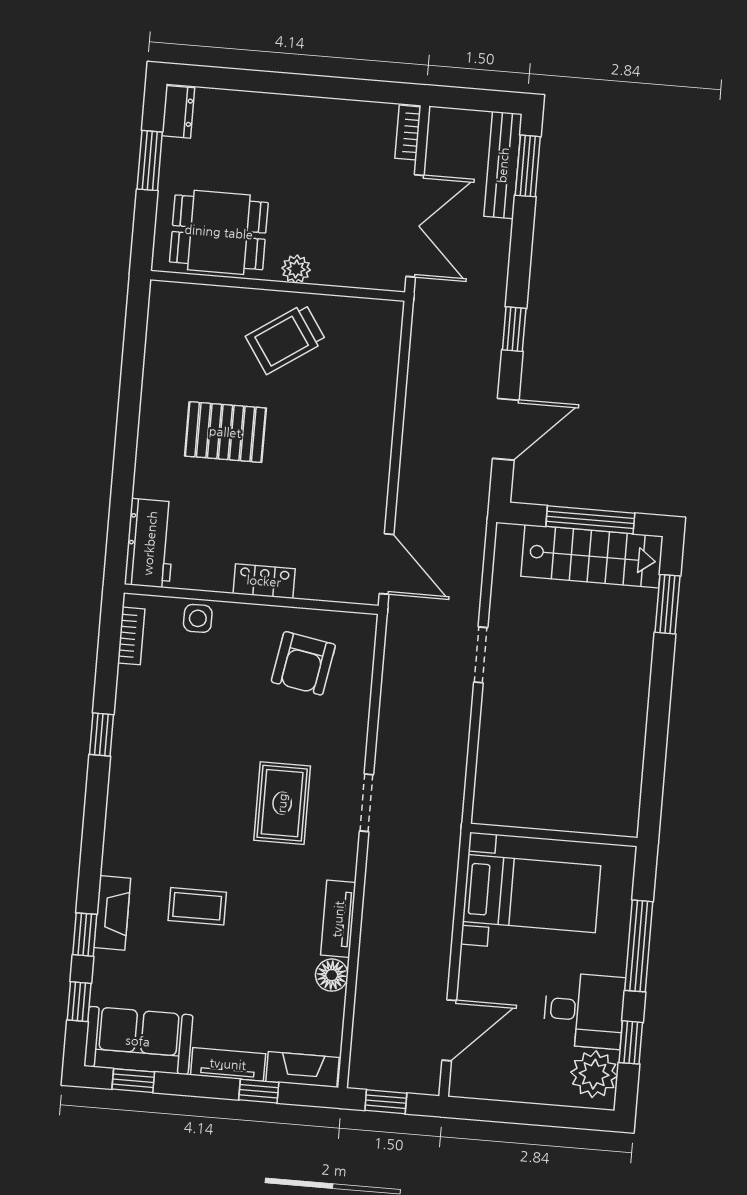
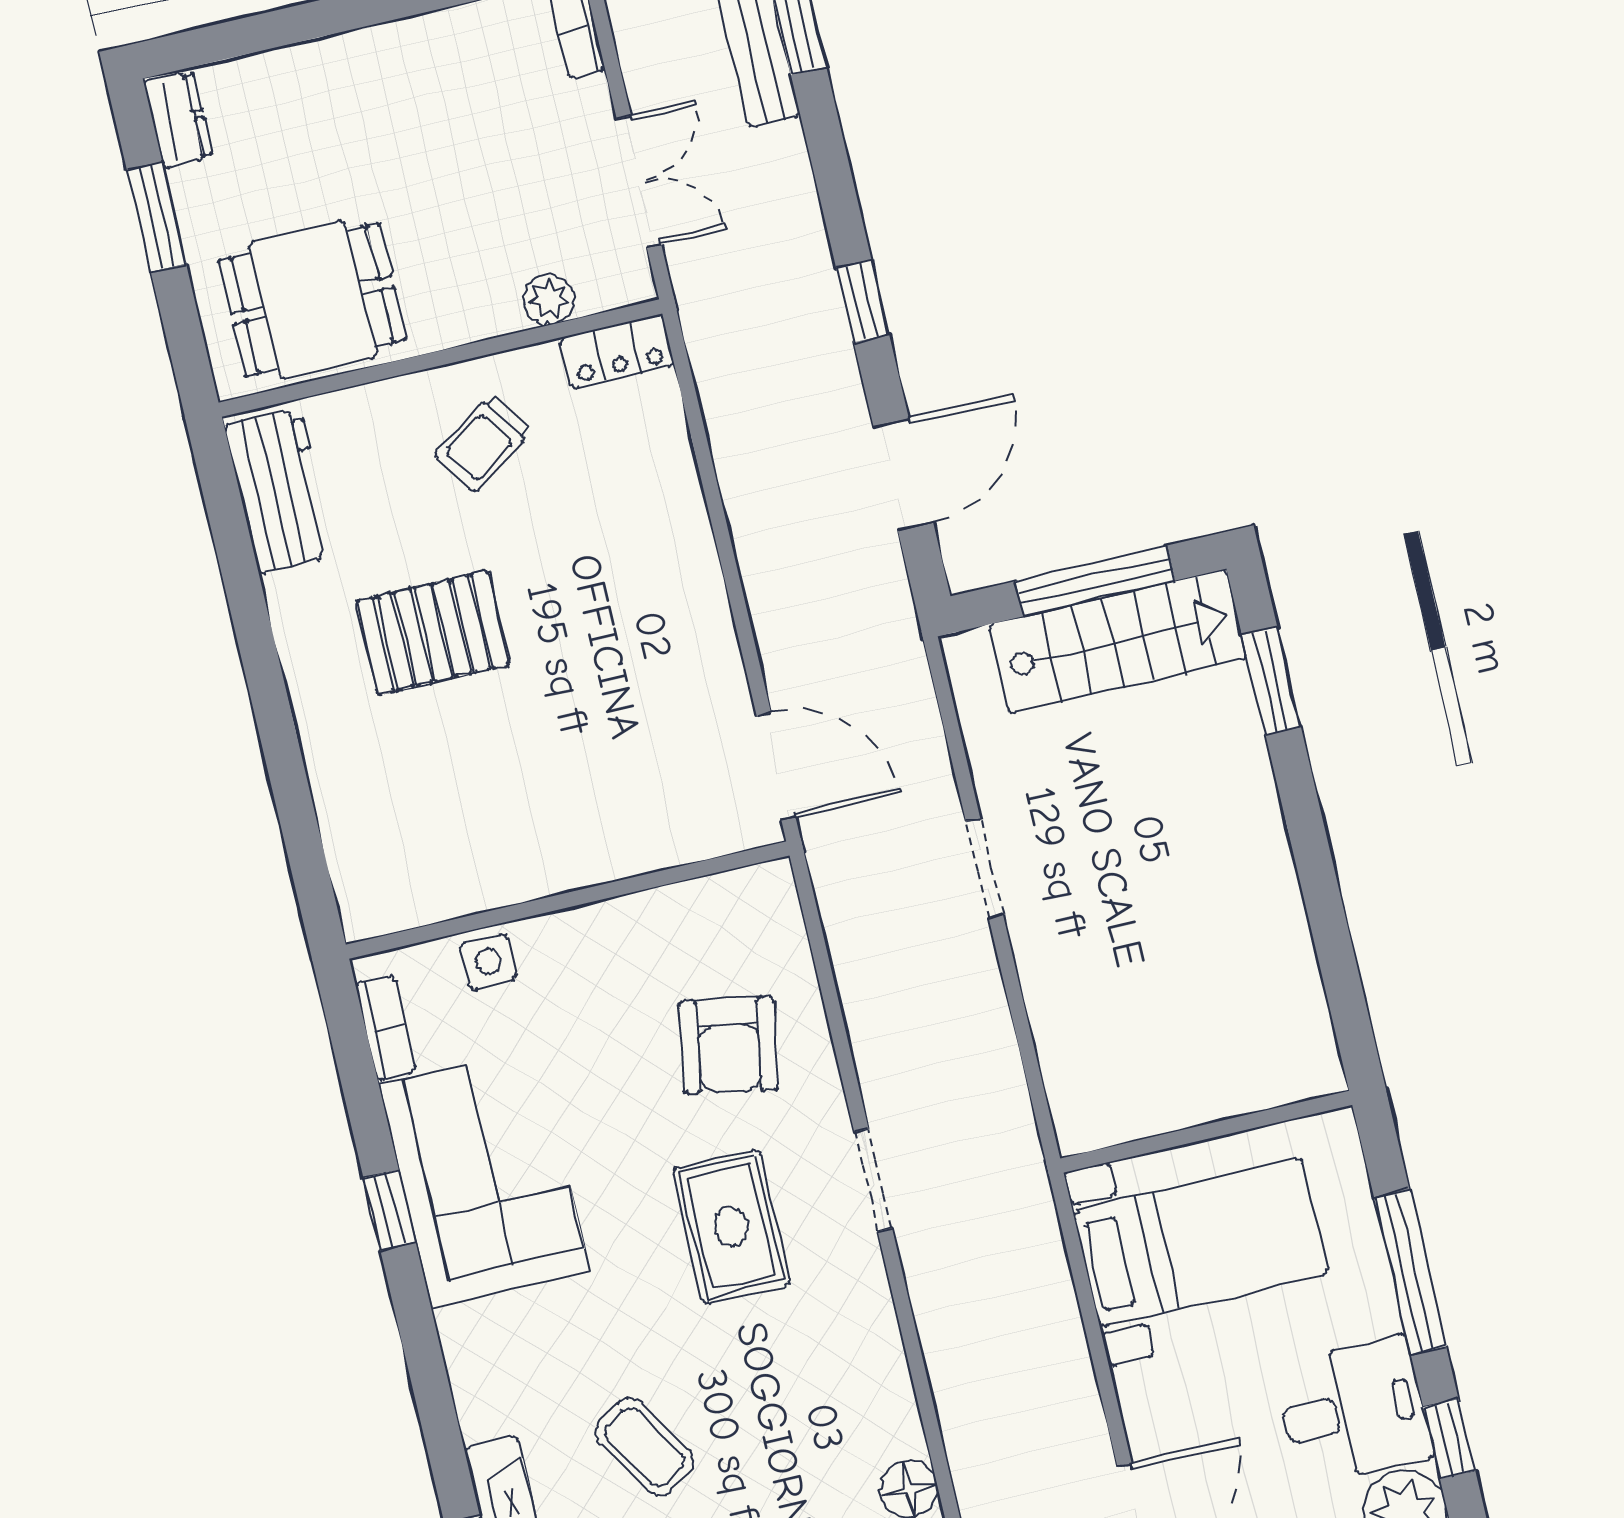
double door: (415, 226) -> (639, 182), width x0.73
plant: (296, 269) -> (549, 299), moved
trolley: (286, 339) -> (483, 443), width x0.73, depth x0.72
workbench: (150, 543) -> (280, 490), moved
locker: (264, 581) -> (617, 351), moved, turned 180
armchair: (303, 663) -> (729, 1045), moved
corner sofa: (158, 734) -> (484, 1178), added
coffee table: (197, 906) -> (645, 1447), turned 58
tv unit: (338, 919) -> (889, 1391), removed

